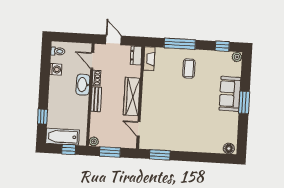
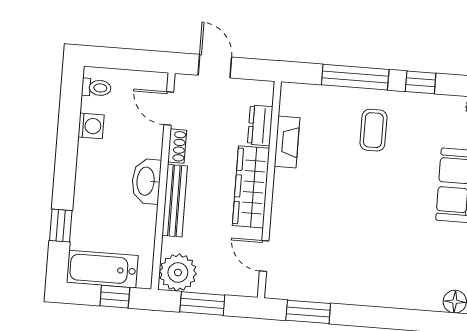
window: (222, 46) -> (421, 82), moved
dresser: (136, 55) -> (260, 125), moved
fireplace: (149, 59) -> (287, 142), moved
washbasin: (83, 85) -> (146, 181), moved
bench: (96, 99) -> (175, 201), width x1.36
plant: (94, 141) -> (178, 272), width x1.87, depth x1.87

